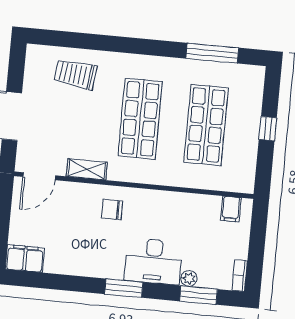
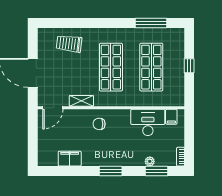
filing cabinet: (25, 258) -> (70, 159), moved
desk: (153, 261) -> (148, 122), moved, turned 180

